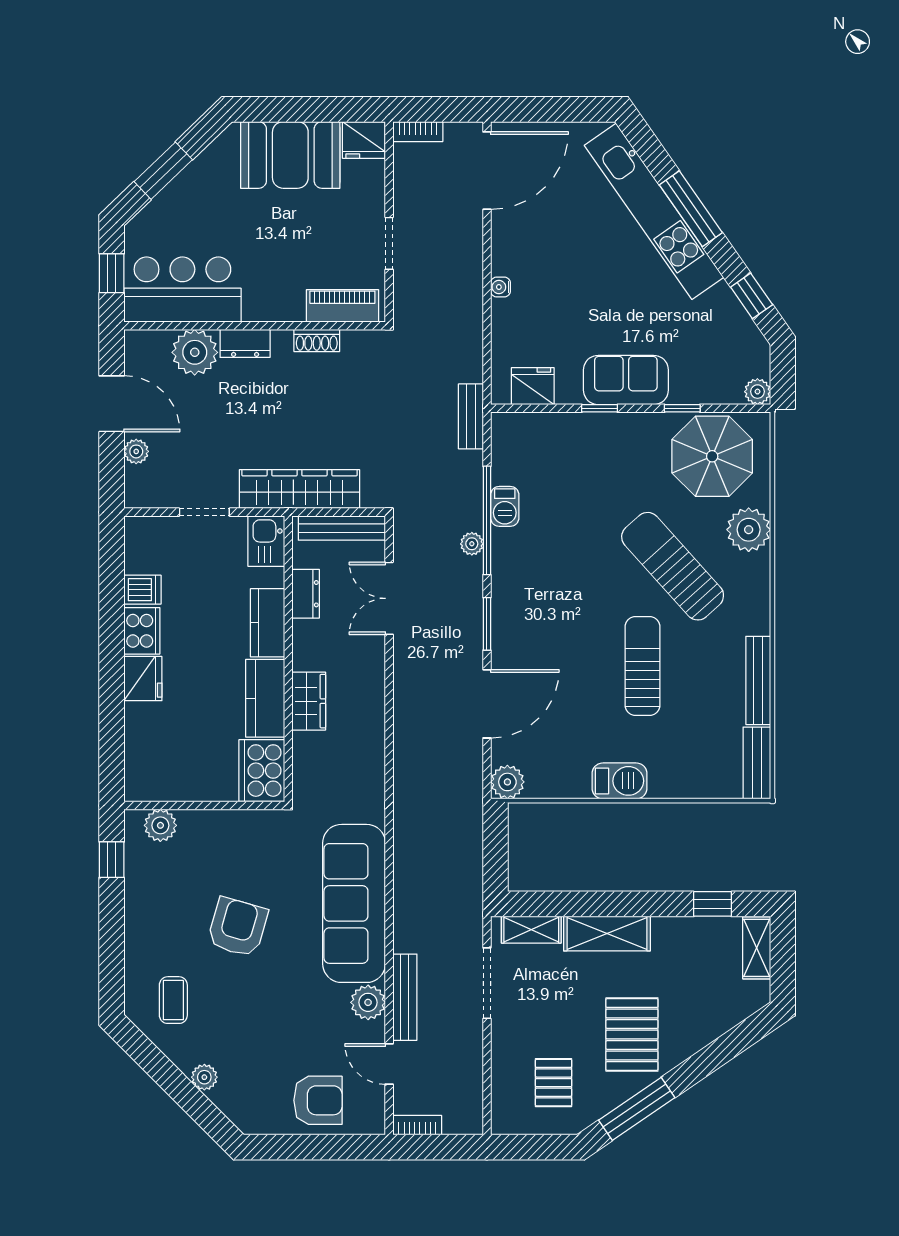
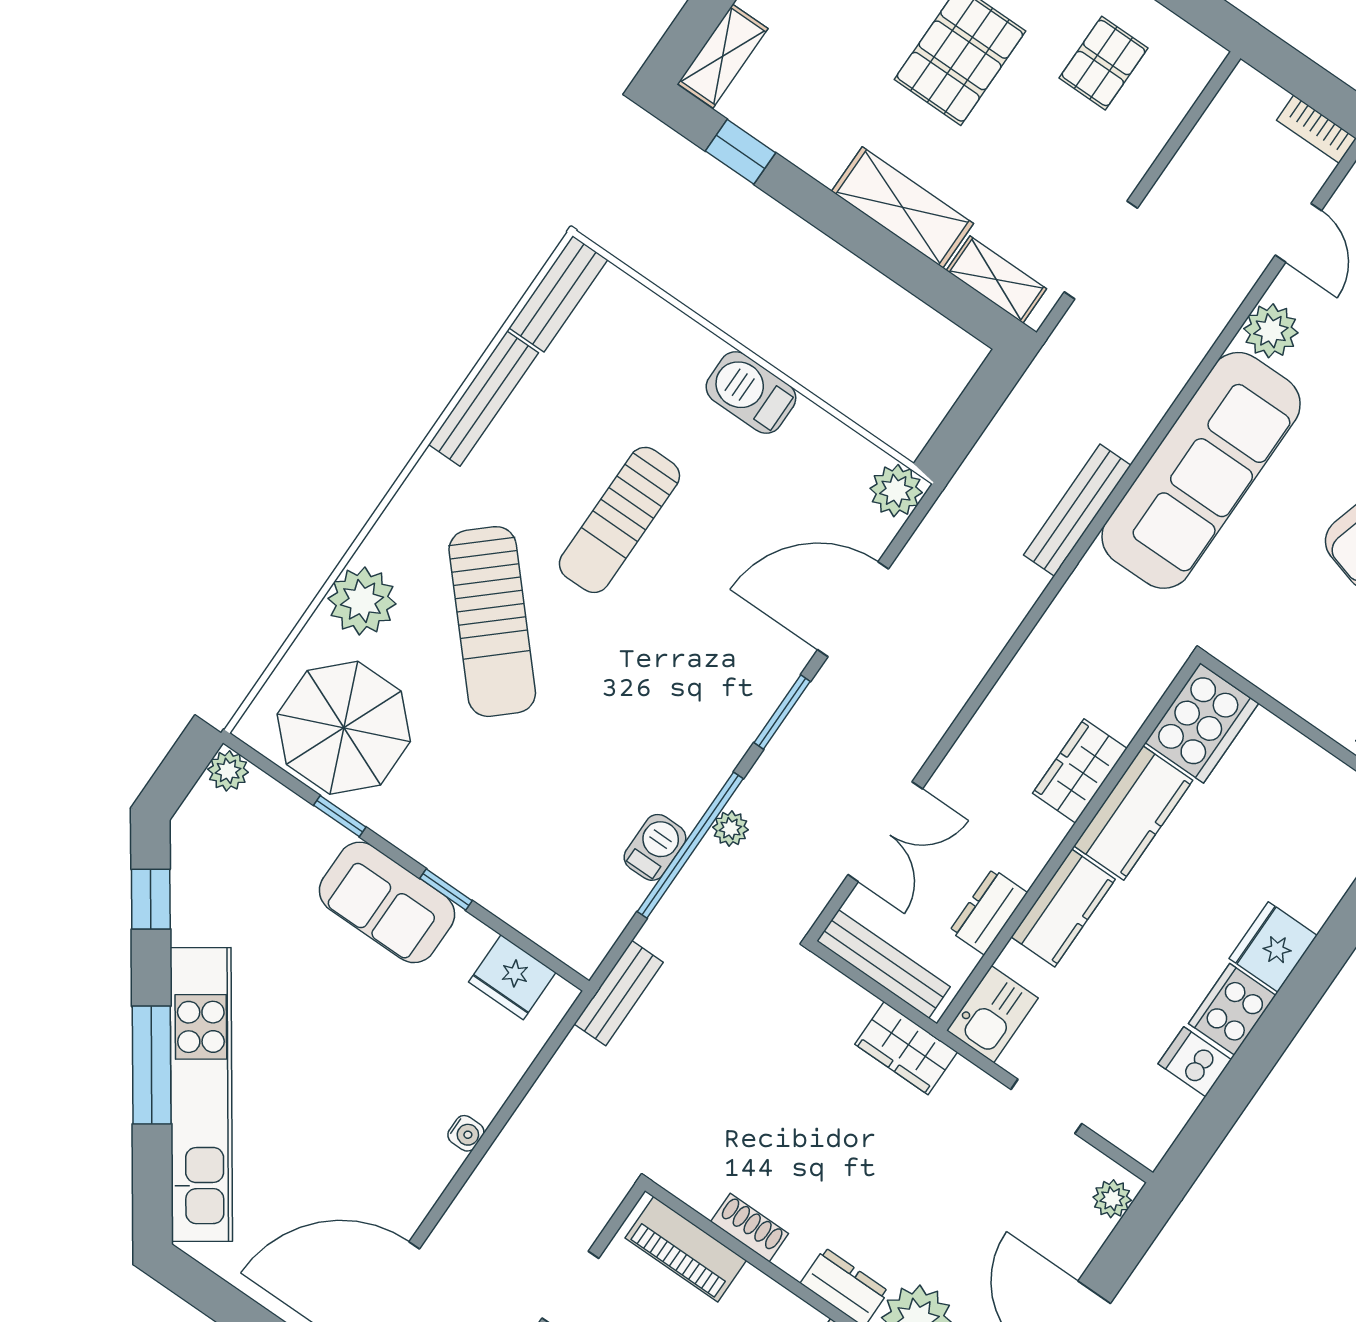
plant: (136, 451) -> (1112, 1199), moved
wardrobe: (299, 489) -> (906, 1048), width x0.48, depth x0.85
bench: (405, 997) -> (1077, 510), moved

